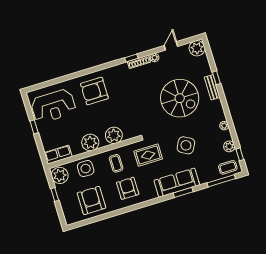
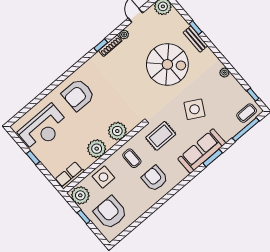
plant: (229, 146) -> (239, 91), removed
armchair: (91, 200) -> (110, 213), moved

